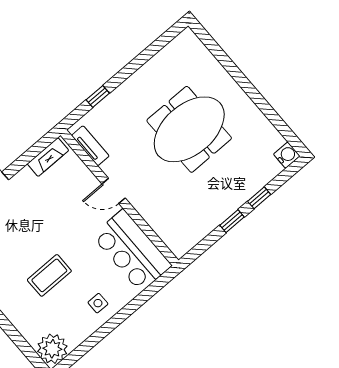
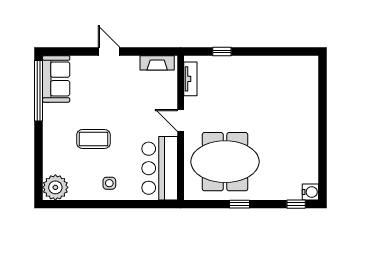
meeting table: (189, 129) -> (225, 162), moved
window: (259, 198) -> (296, 204), moved

